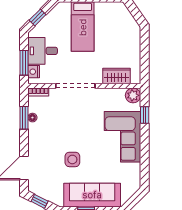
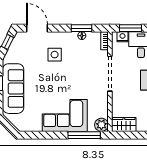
wardrobe: (117, 76) -> (124, 125), moved, turned -90
window: (145, 115) -> (84, 135), width x2.17
side table: (72, 159) -> (55, 55), moved

